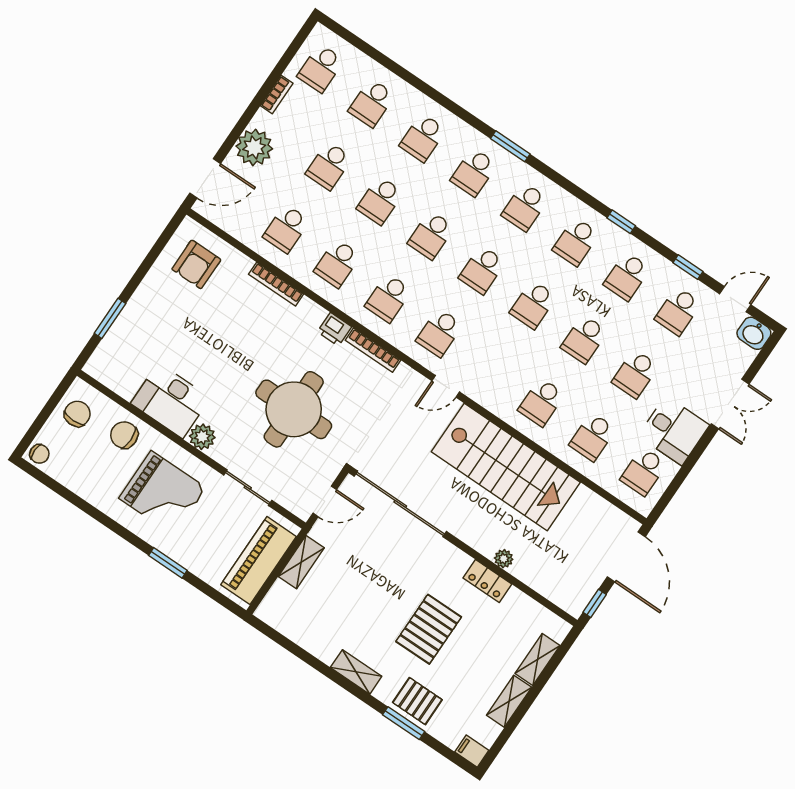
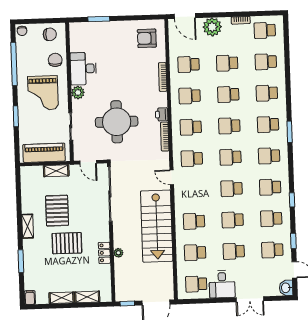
window: (83, 505) -> (14, 64), added
pallet: (417, 701) -> (57, 211), moved, width x1.50, depth x1.42

